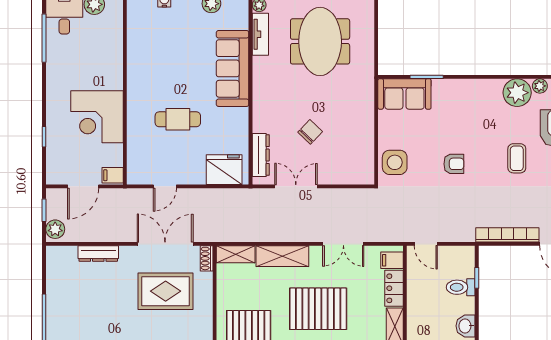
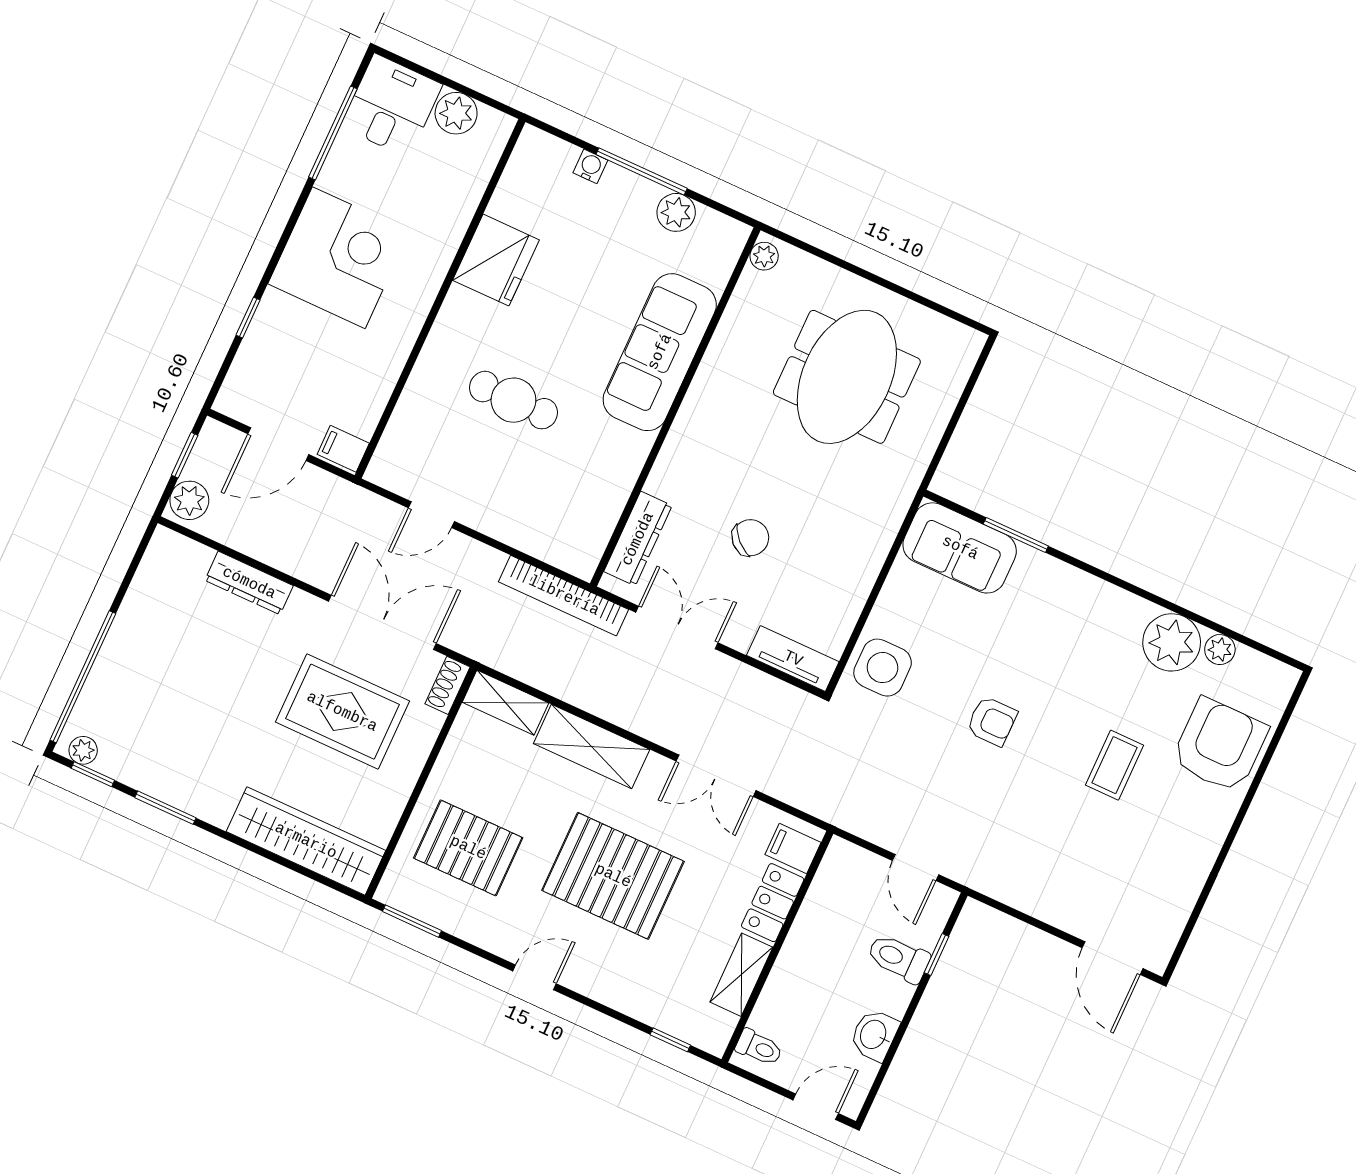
tv unit: (260, 34) -> (793, 659), moved, turned -90
corner desk: (97, 117) -> (339, 258), moved, turned 180
fridge: (224, 170) -> (496, 260), moved, turned 90
bookcase: (507, 235) -> (564, 596), moved, turned 180
door: (426, 244) -> (916, 868), moved

